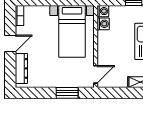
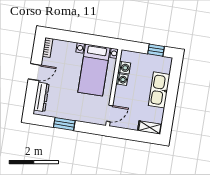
washing machine: (103, 11) -> (122, 79), moved
window: (67, 93) -> (64, 124), moved

